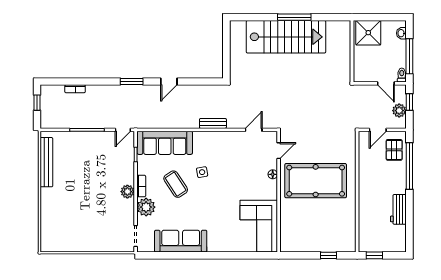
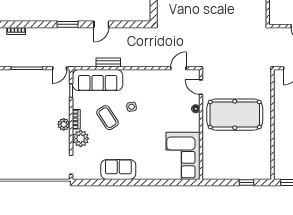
bench: (213, 123) -> (108, 62), moved
door: (279, 151) -> (201, 87), swing flipped
sofa: (181, 241) -> (118, 169), width x0.73

